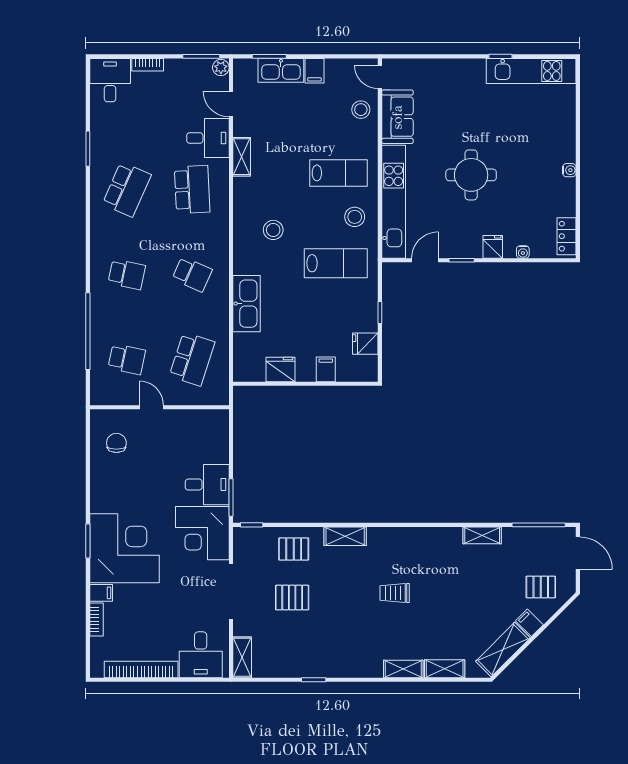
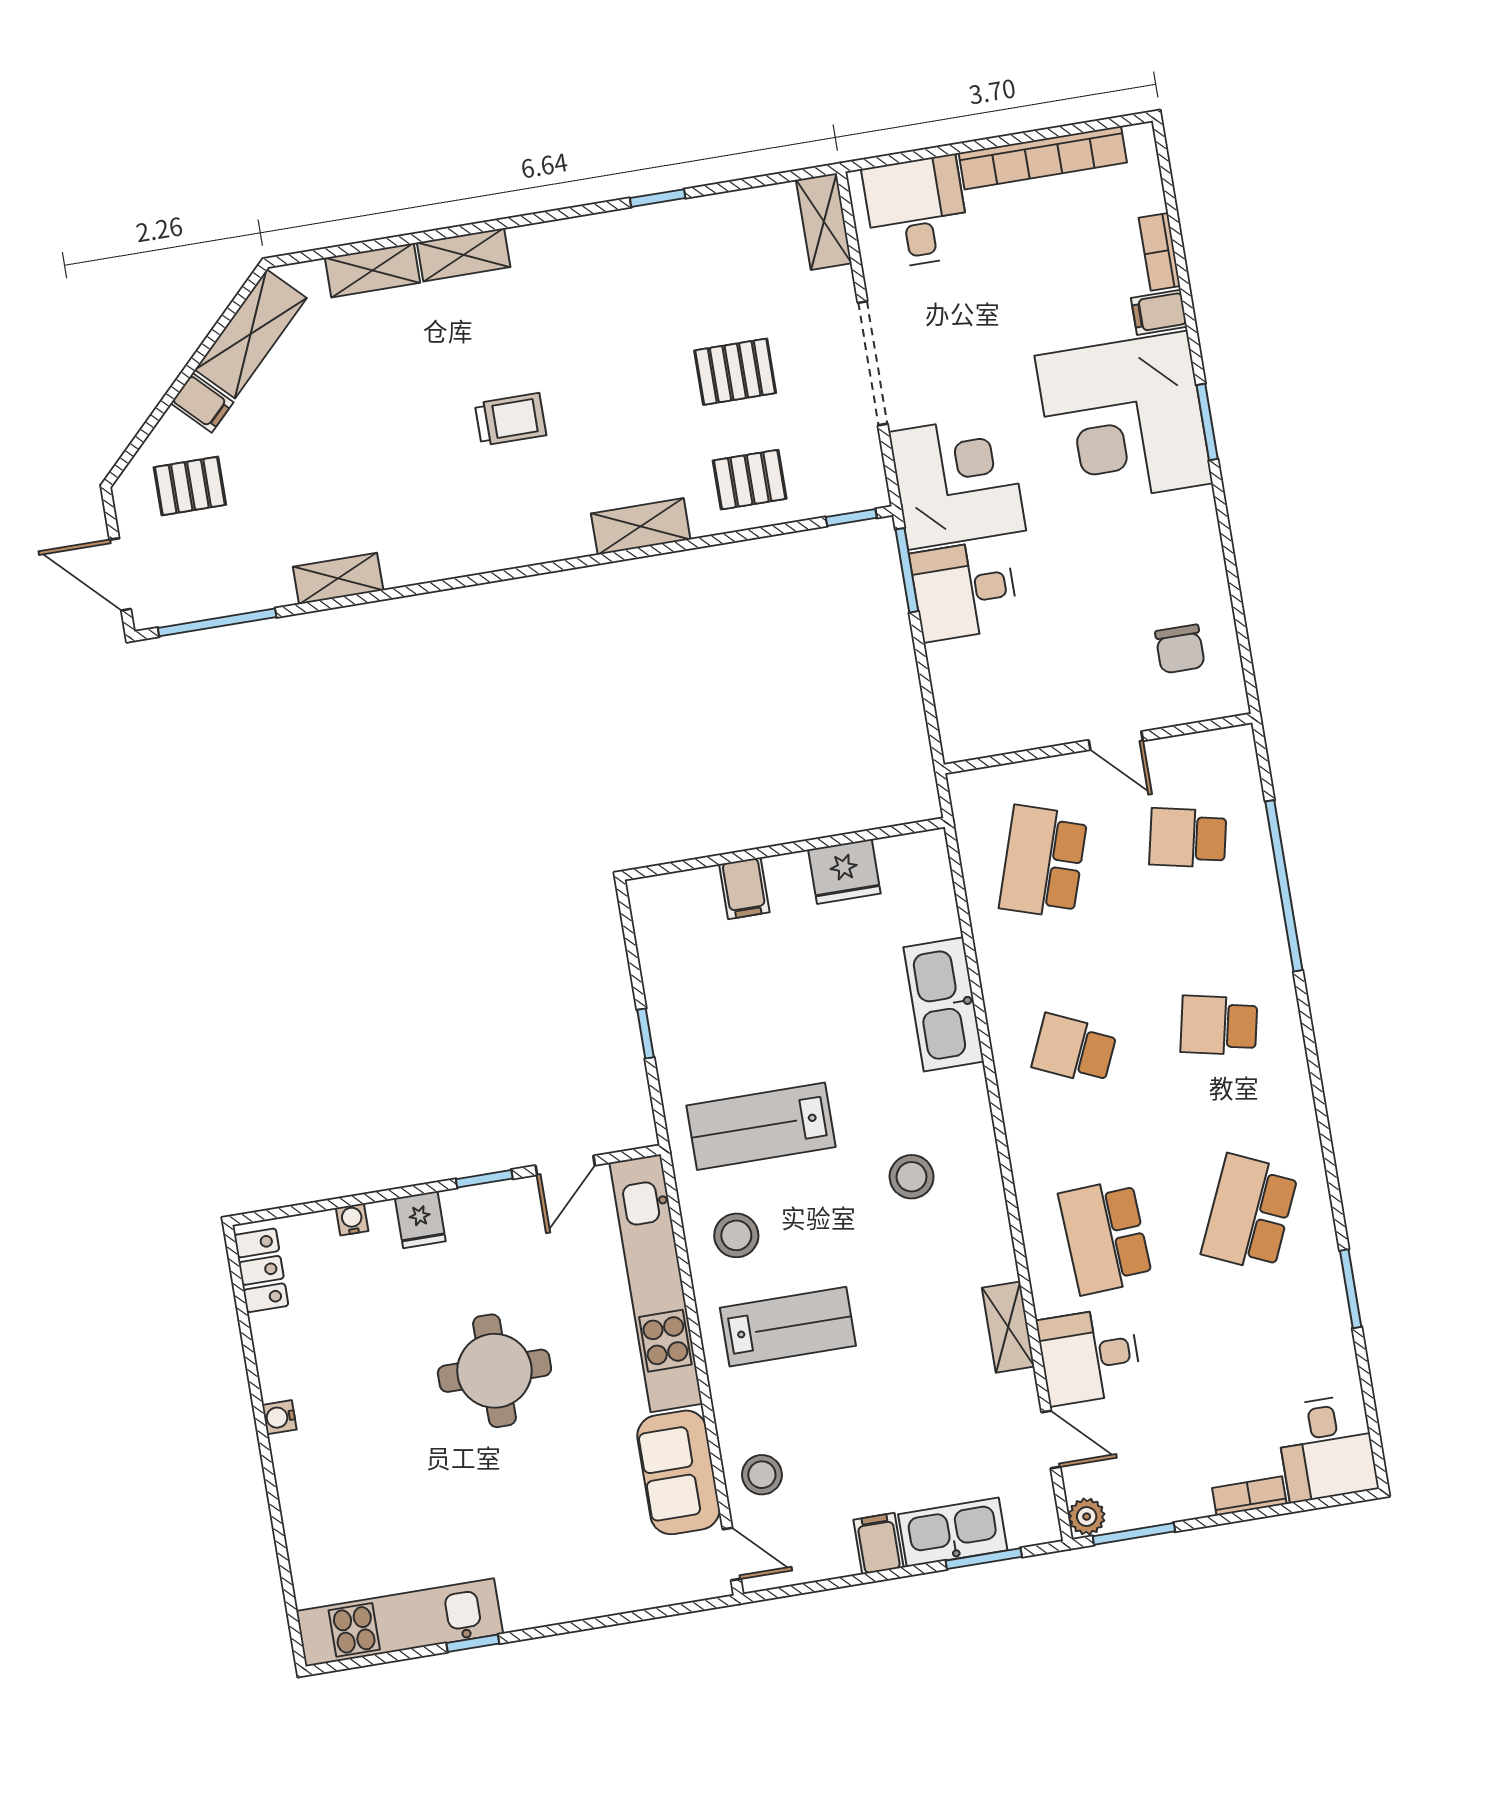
lab bench: (339, 173) -> (788, 1327), turned 180
fridge: (365, 344) -> (666, 959), removed

